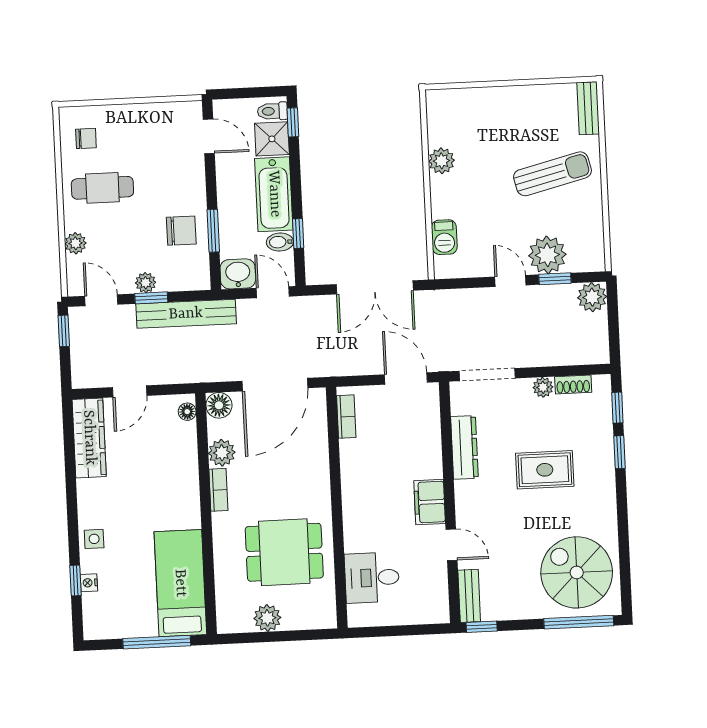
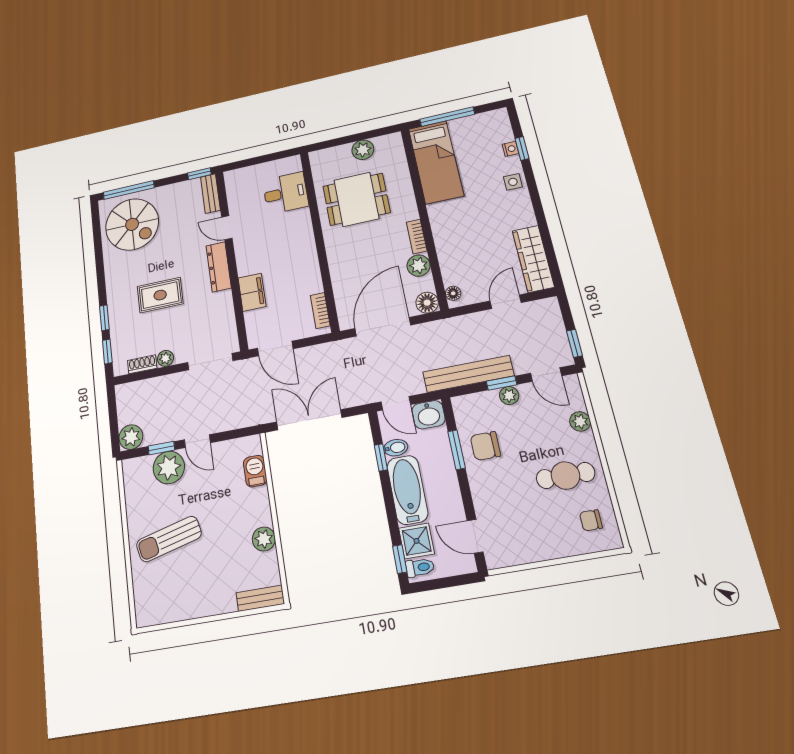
bench: (588, 108) -> (260, 598), moved, turned 90
dresser: (465, 447) -> (219, 267), moved
filing cabinet: (430, 502) -> (252, 292), moved

